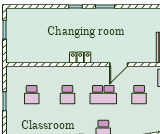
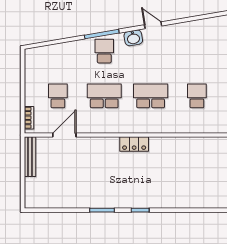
door: (119, 64) -> (64, 135), moved
school desk: (67, 95) -> (151, 96), width x1.85

